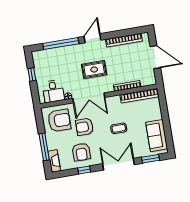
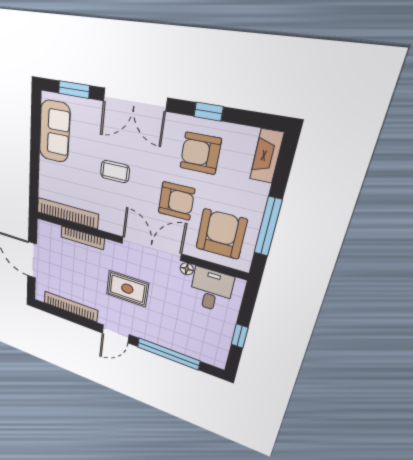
armchair: (59, 120) -> (221, 234), turned 90
window: (44, 147) -> (268, 227), moved
armchair: (81, 152) -> (200, 153), turned -90

